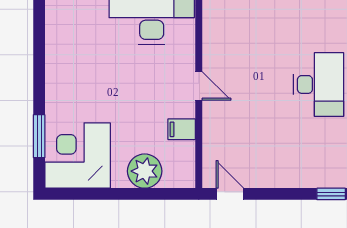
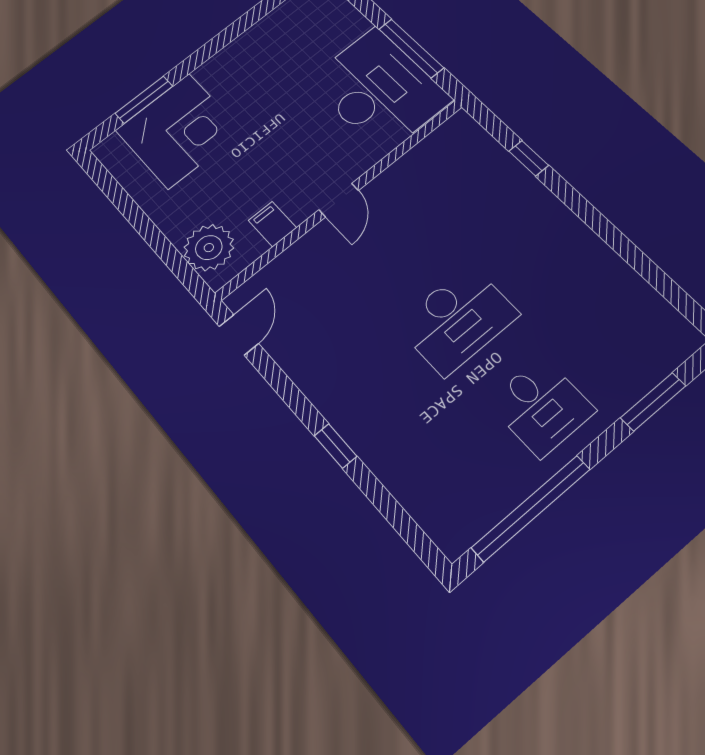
corner desk: (78, 155) -> (179, 131), moved, turned 90
plant: (145, 171) -> (209, 248), moved

